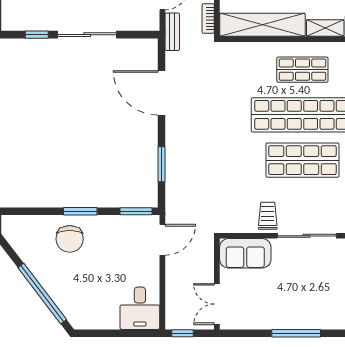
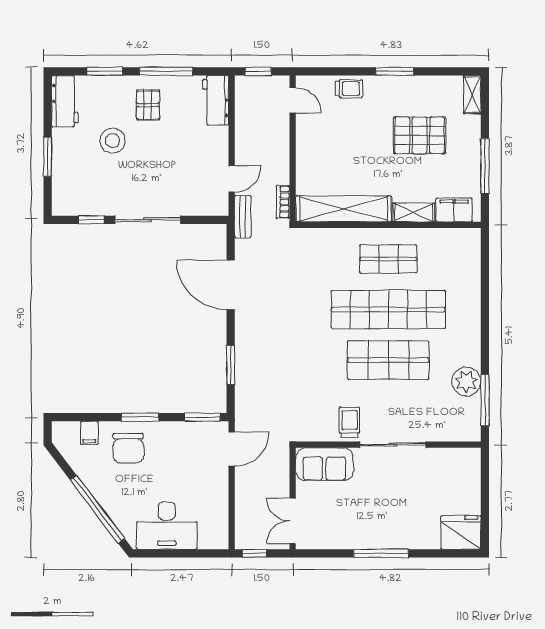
filing cabinet: (35, 225) -> (89, 433), added
desk: (140, 308) -> (167, 526), moved, width x1.37

